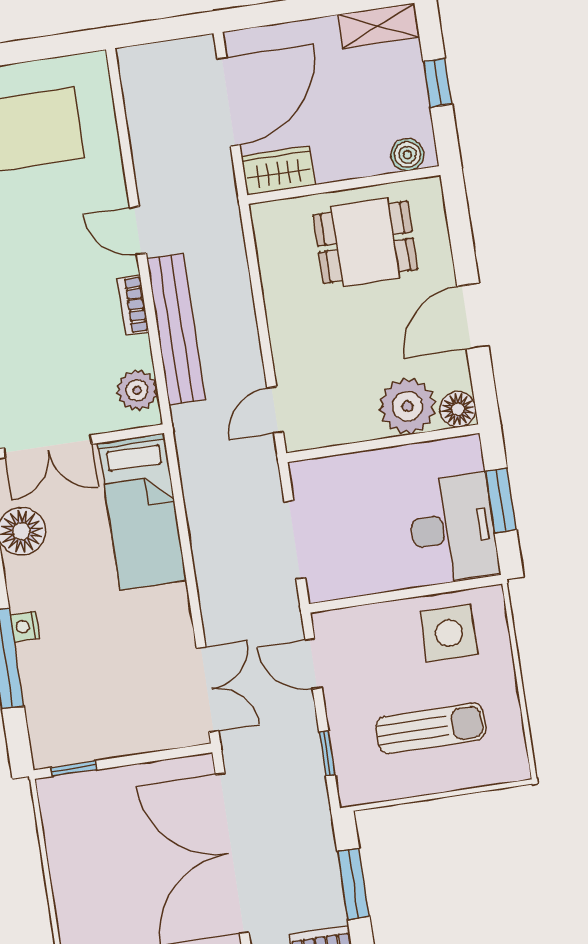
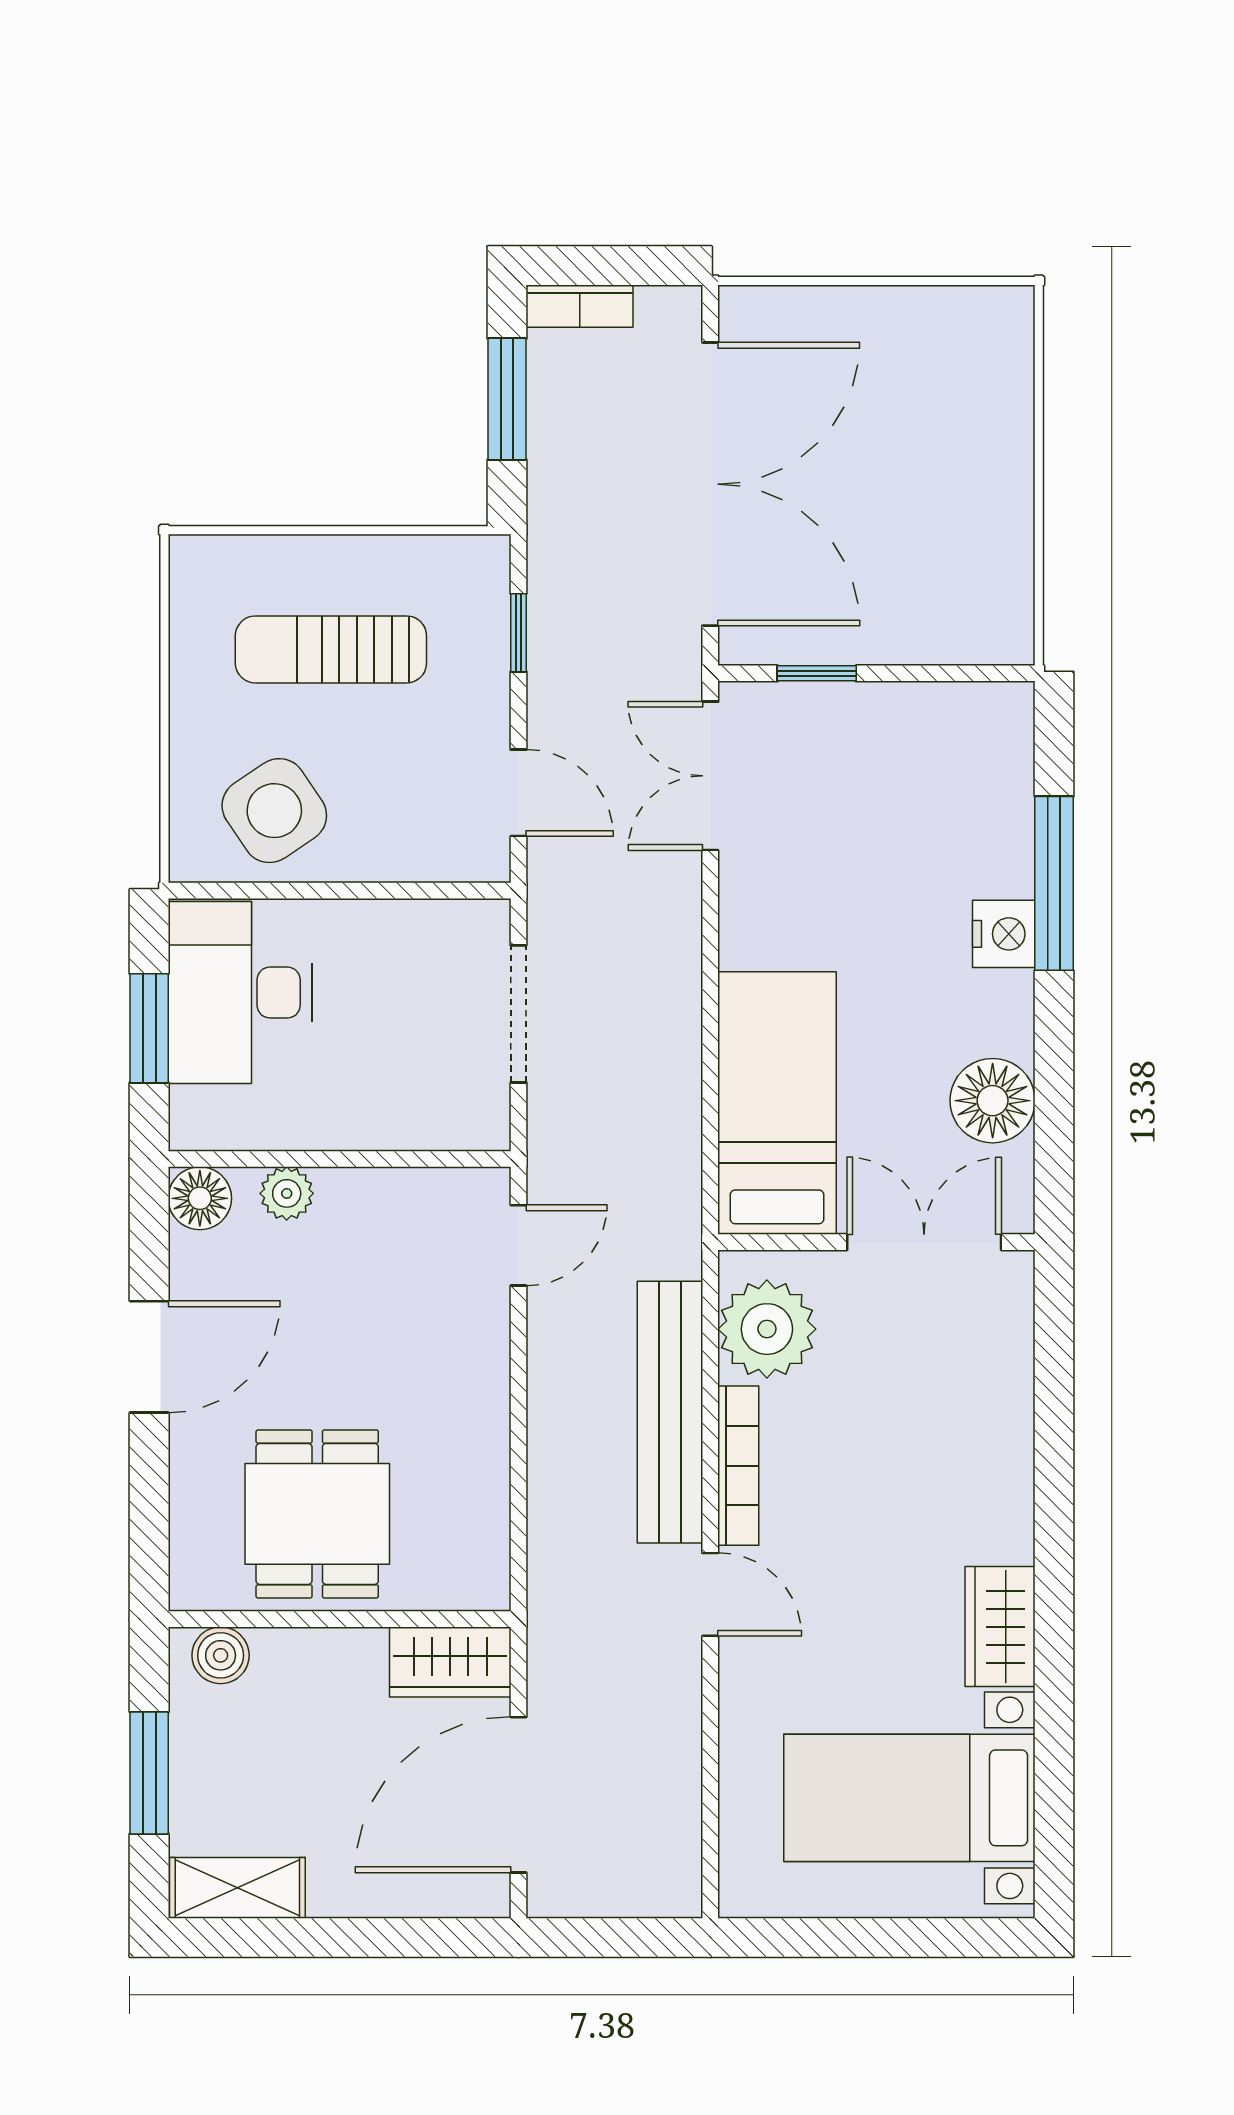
window: (438, 83) -> (149, 1773), width x1.50
dining table: (365, 242) -> (317, 1514), turned 90
bookcase: (133, 305) -> (738, 1466), width x1.56
plant: (137, 390) -> (767, 1329), width x1.36, depth x1.36
plant: (408, 406) -> (287, 1193), width x0.53, depth x0.53
nightstand: (25, 627) -> (1004, 934), width x1.39, depth x1.35
side table: (449, 633) -> (274, 811), turned -34
window: (74, 769) -> (817, 673), moved

